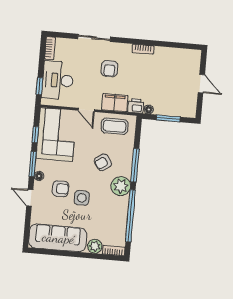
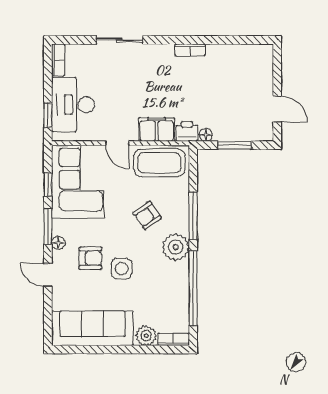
armchair: (109, 69) -> (145, 82), removed
door: (201, 84) -> (277, 109), moved
coffee table: (115, 126) -> (159, 163), width x1.36, depth x1.32

